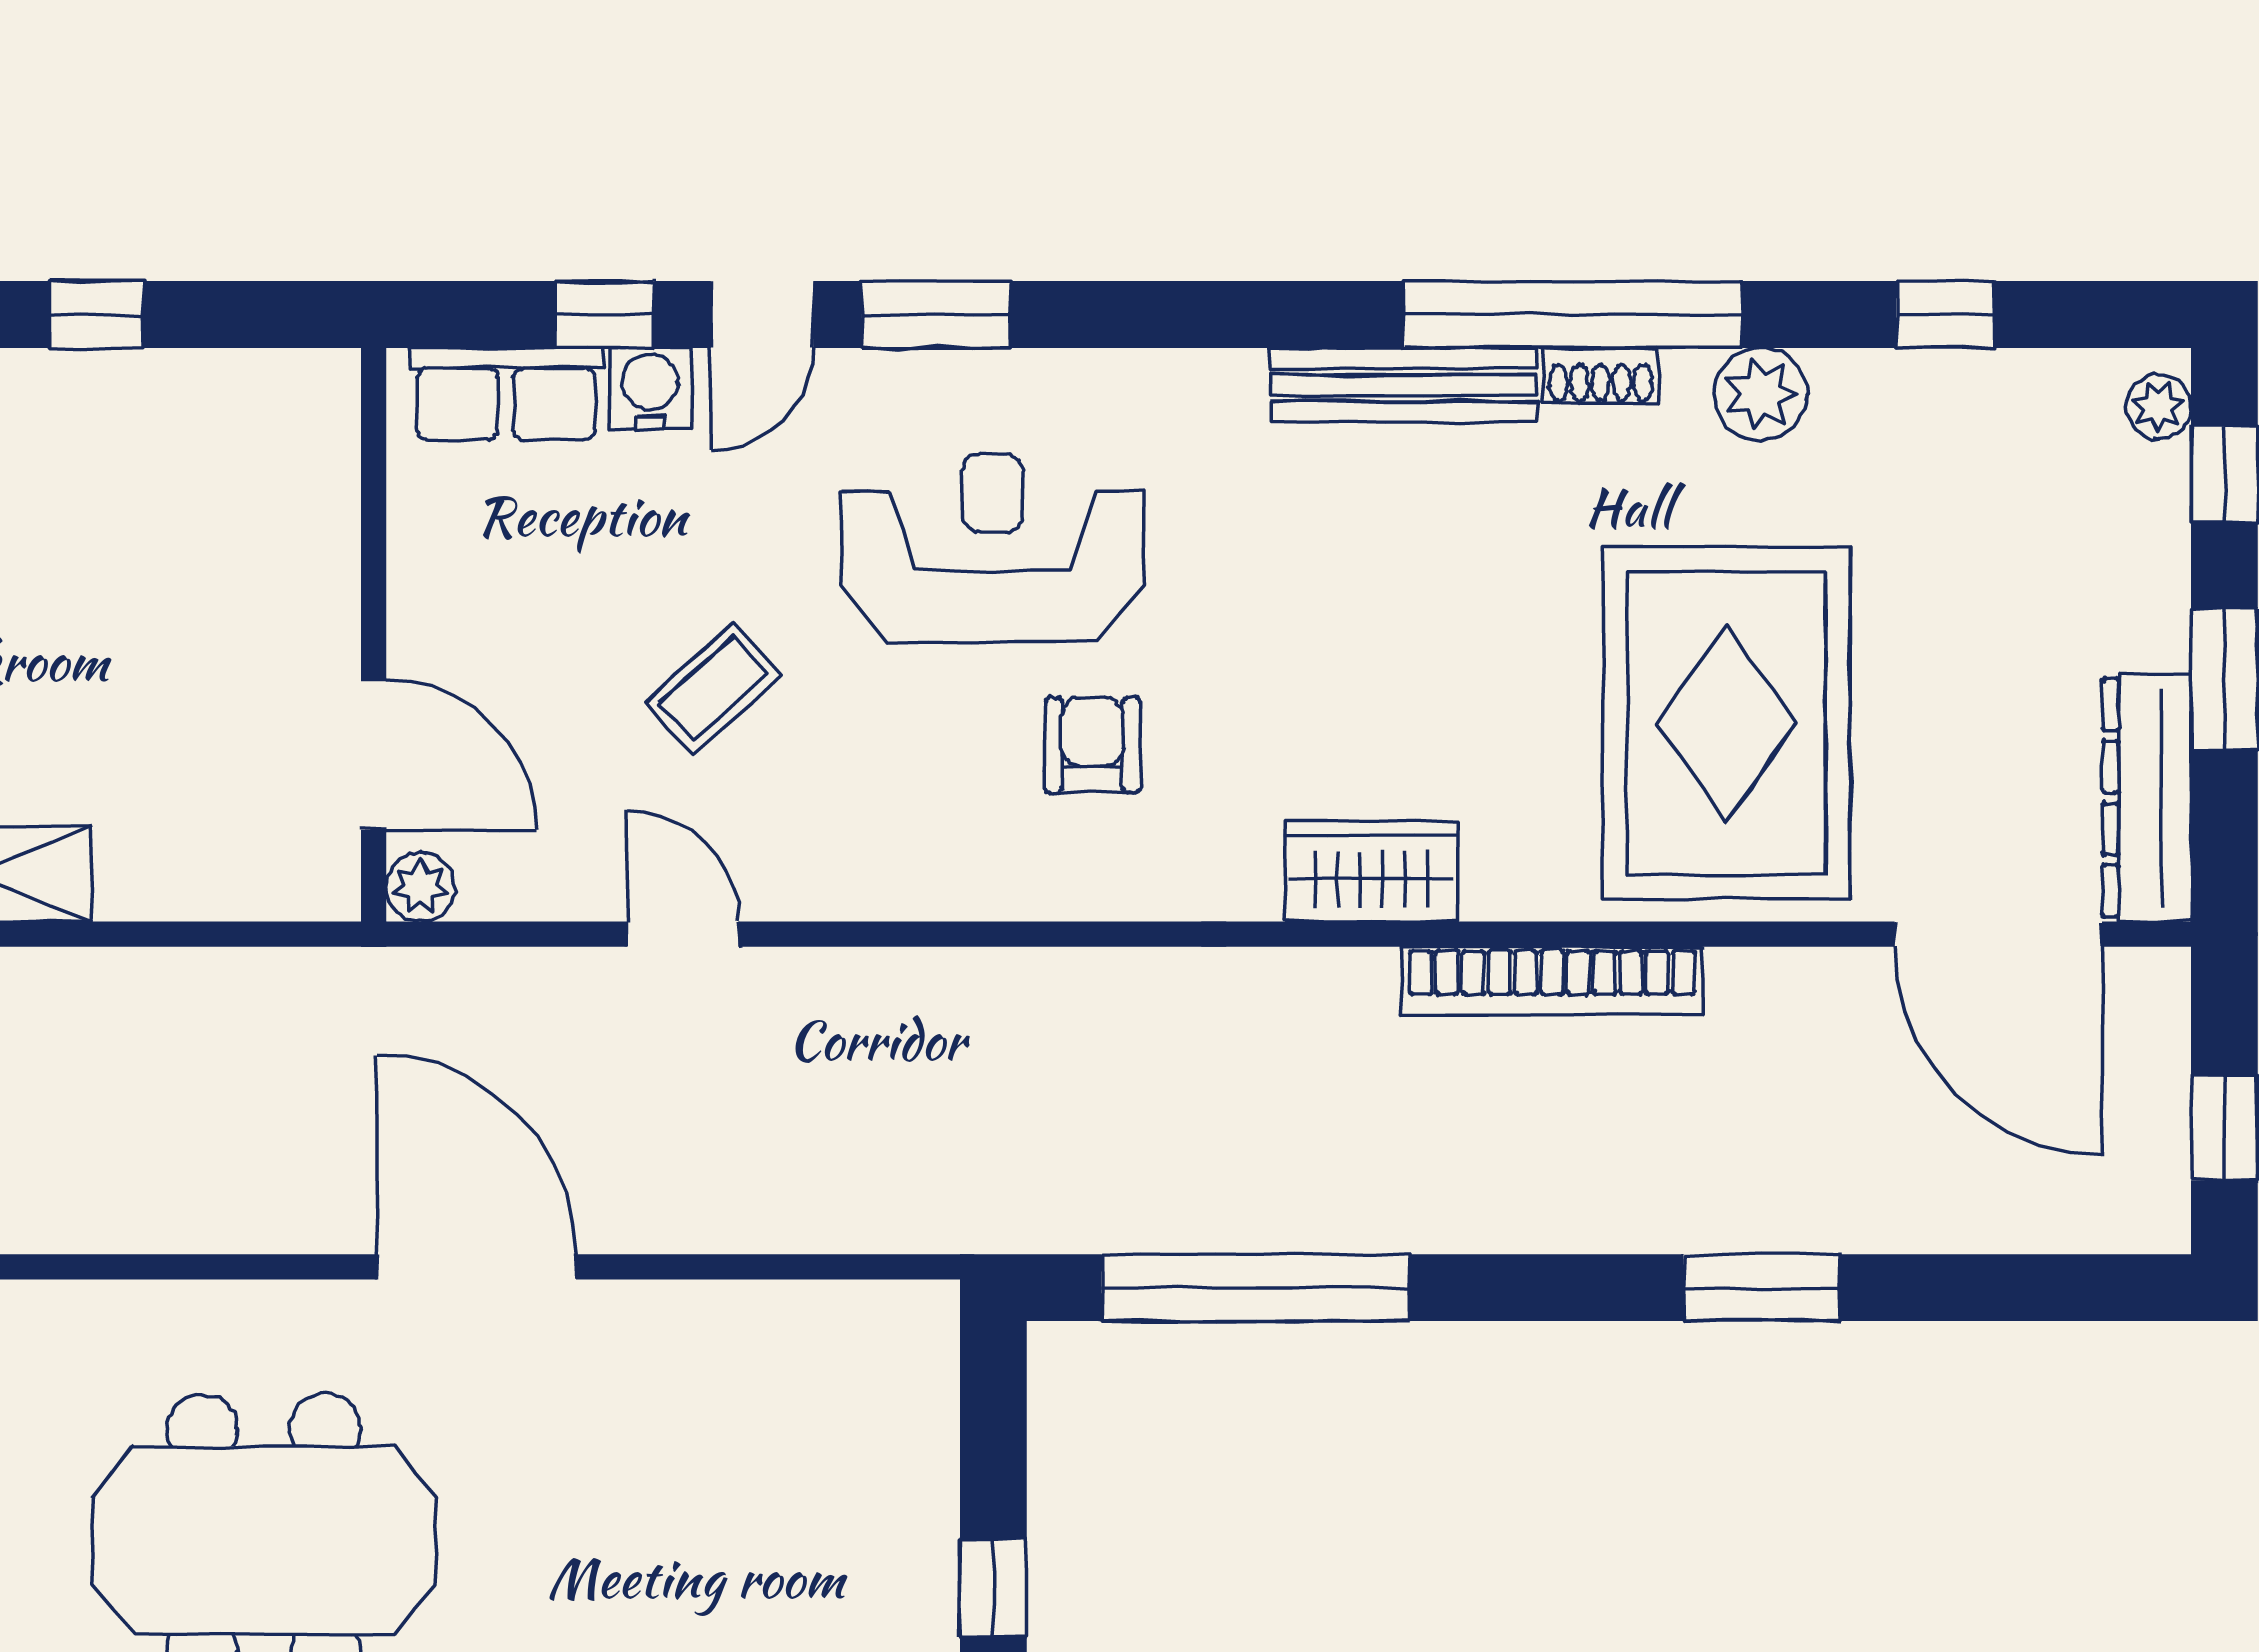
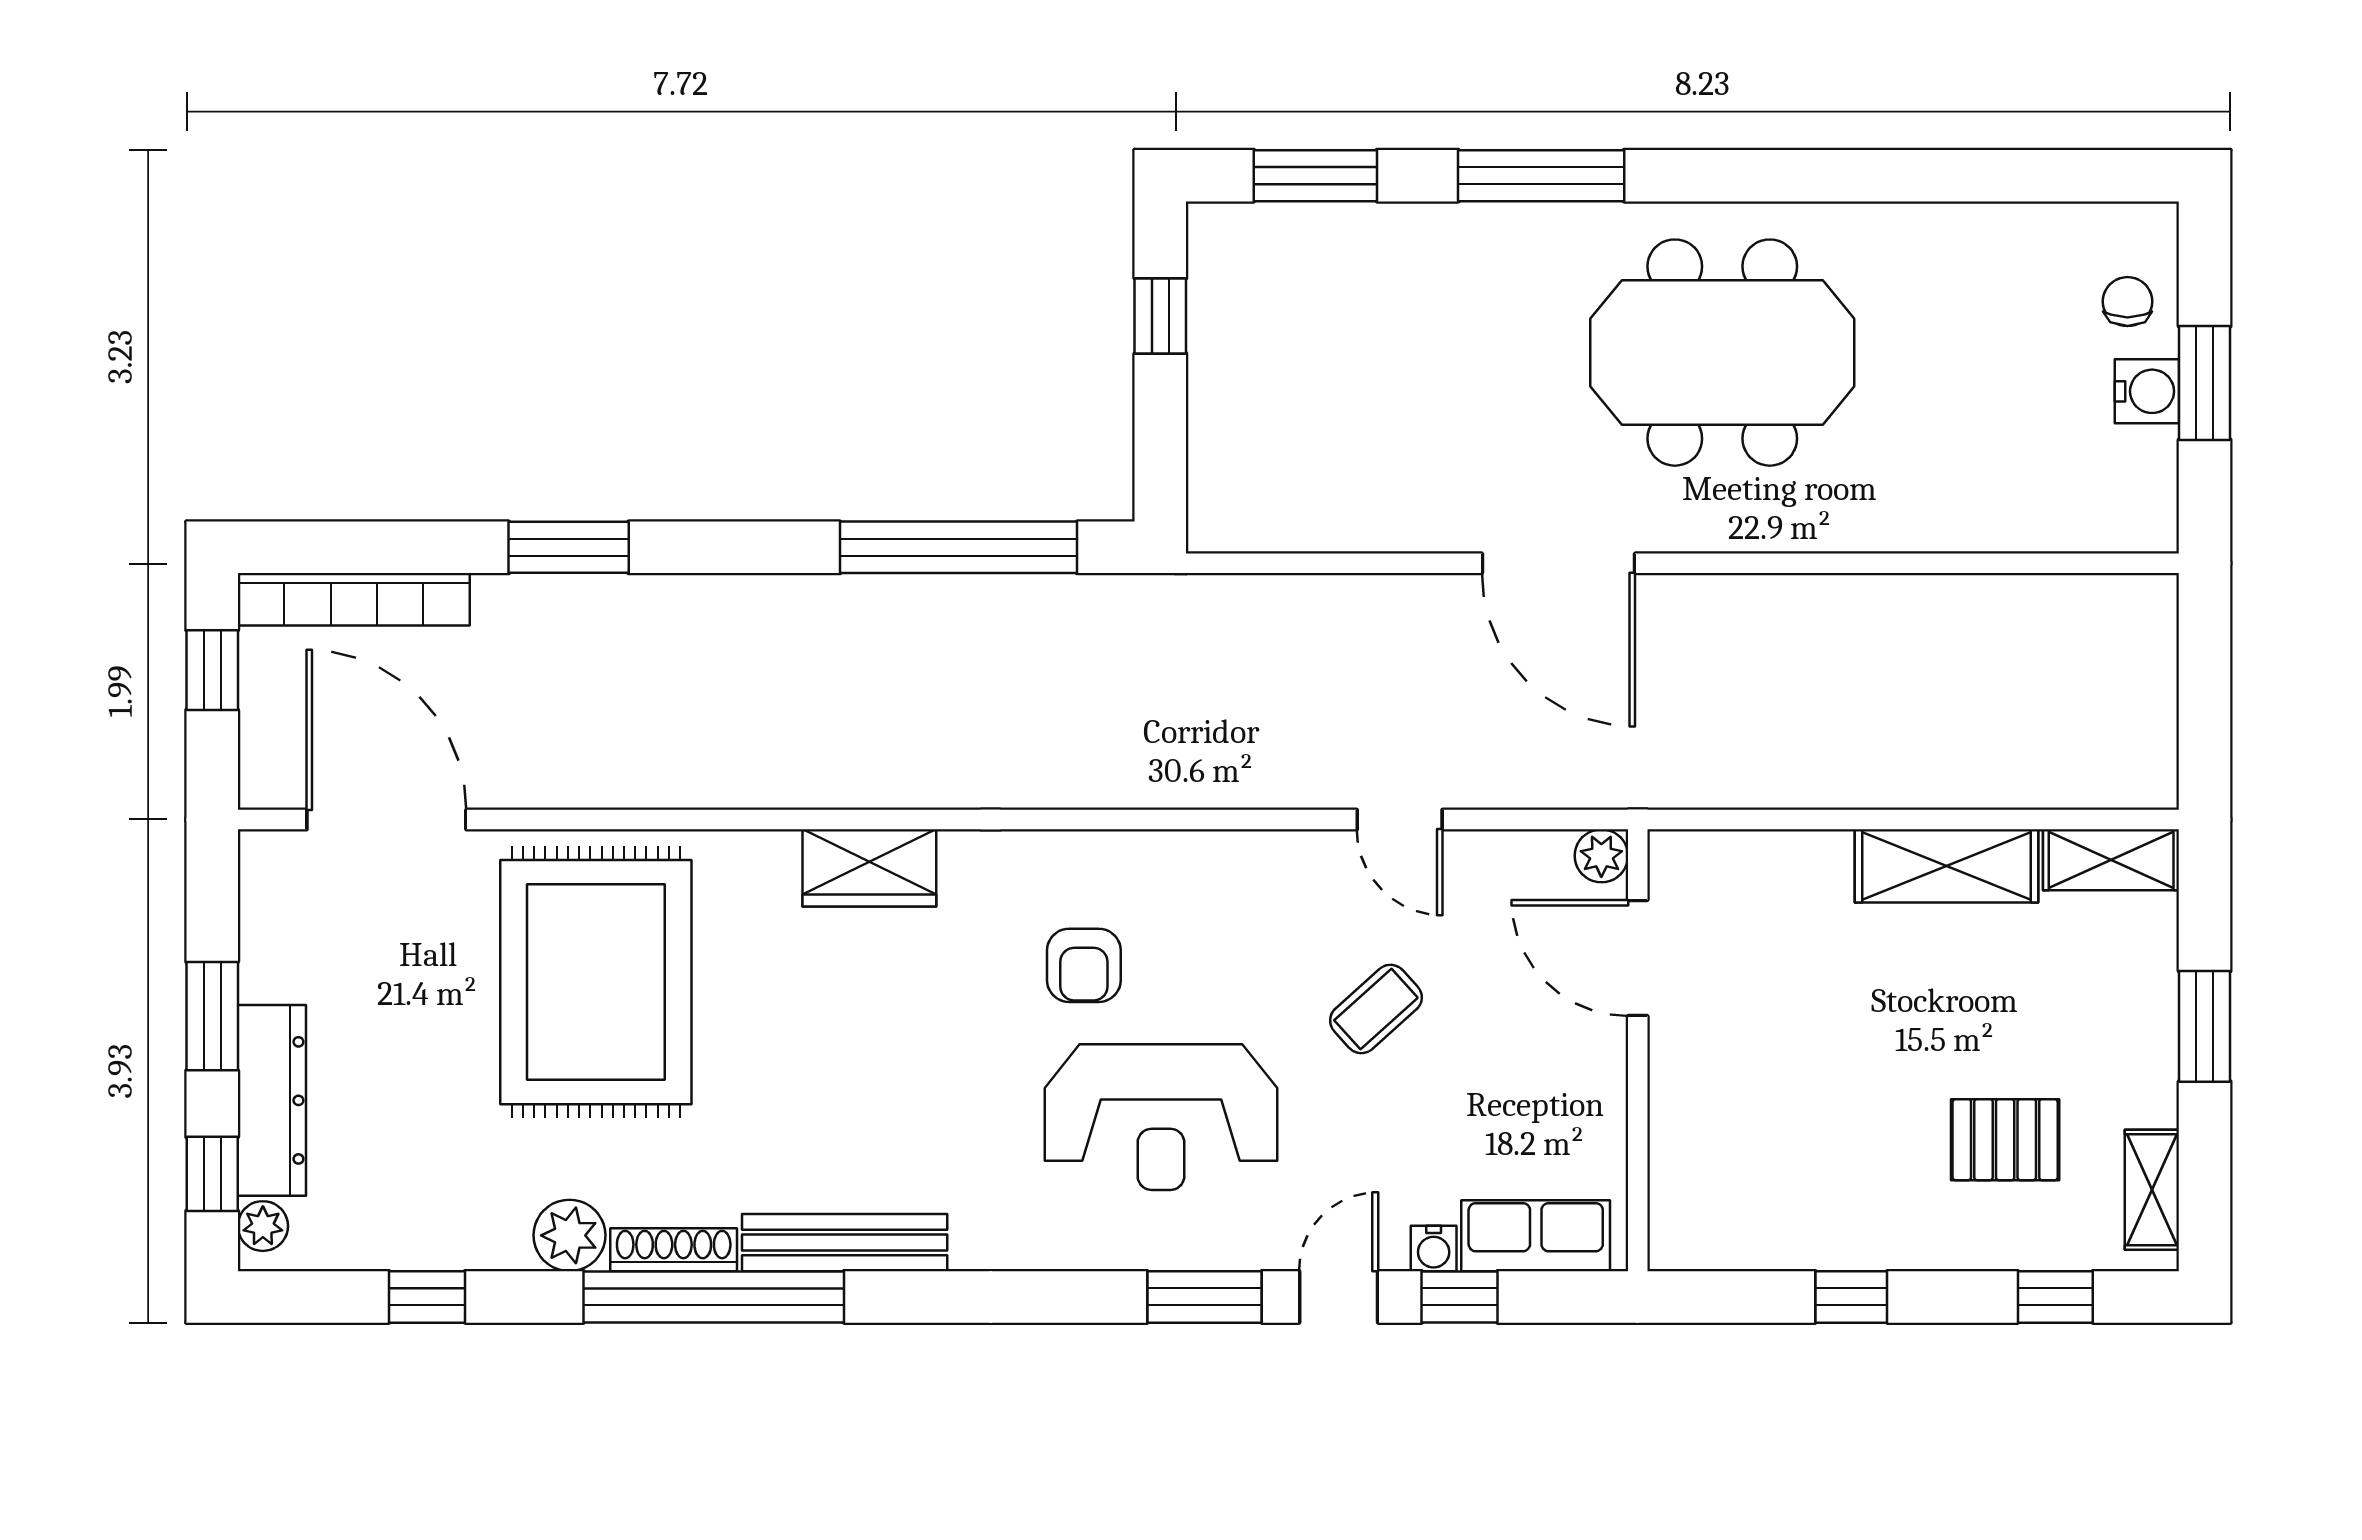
shoe rack: (1601, 376) -> (674, 1250), width x1.43
water cooler: (650, 389) -> (1434, 1248), width x0.72, depth x0.72
dresser: (2147, 798) -> (272, 1100), moved
bookcase: (1552, 981) -> (354, 599), moved, turned 180

